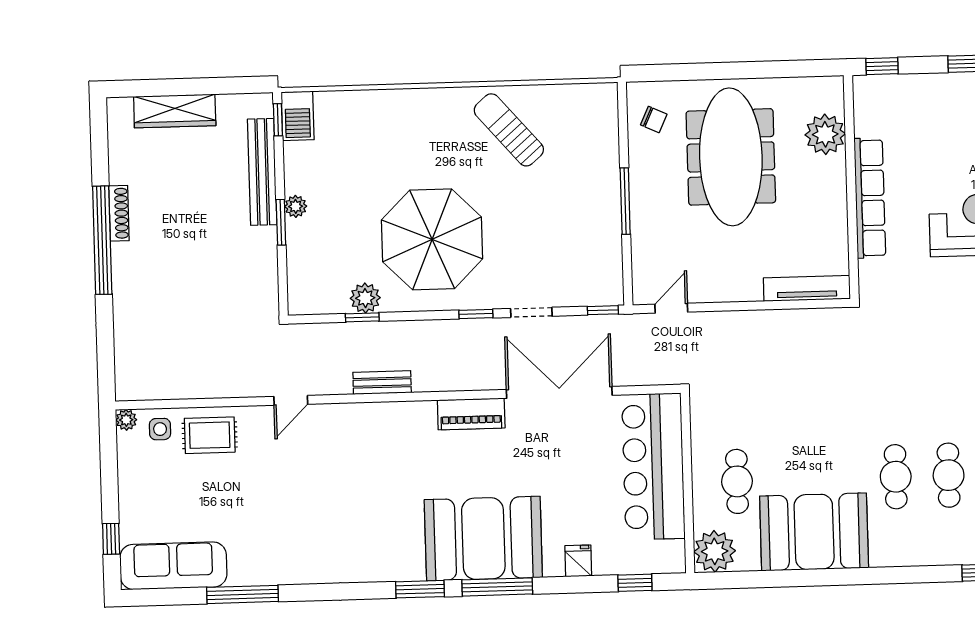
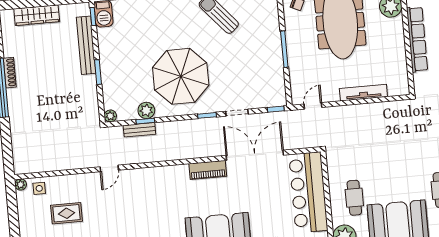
plant: (296, 206) -> (110, 116), moved
tv unit: (807, 288) -> (363, 93), moved
bench: (382, 383) -> (139, 130), moved
rug: (210, 435) -> (67, 213), moved

